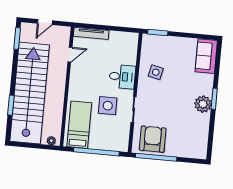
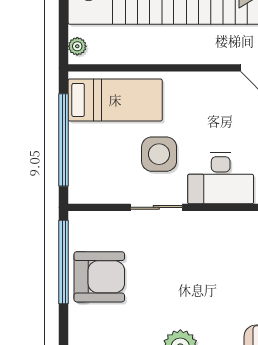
side table: (156, 72) -> (236, 245), removed
desk: (122, 77) -> (221, 178), width x1.37
armchair: (153, 139) -> (99, 277), moved

